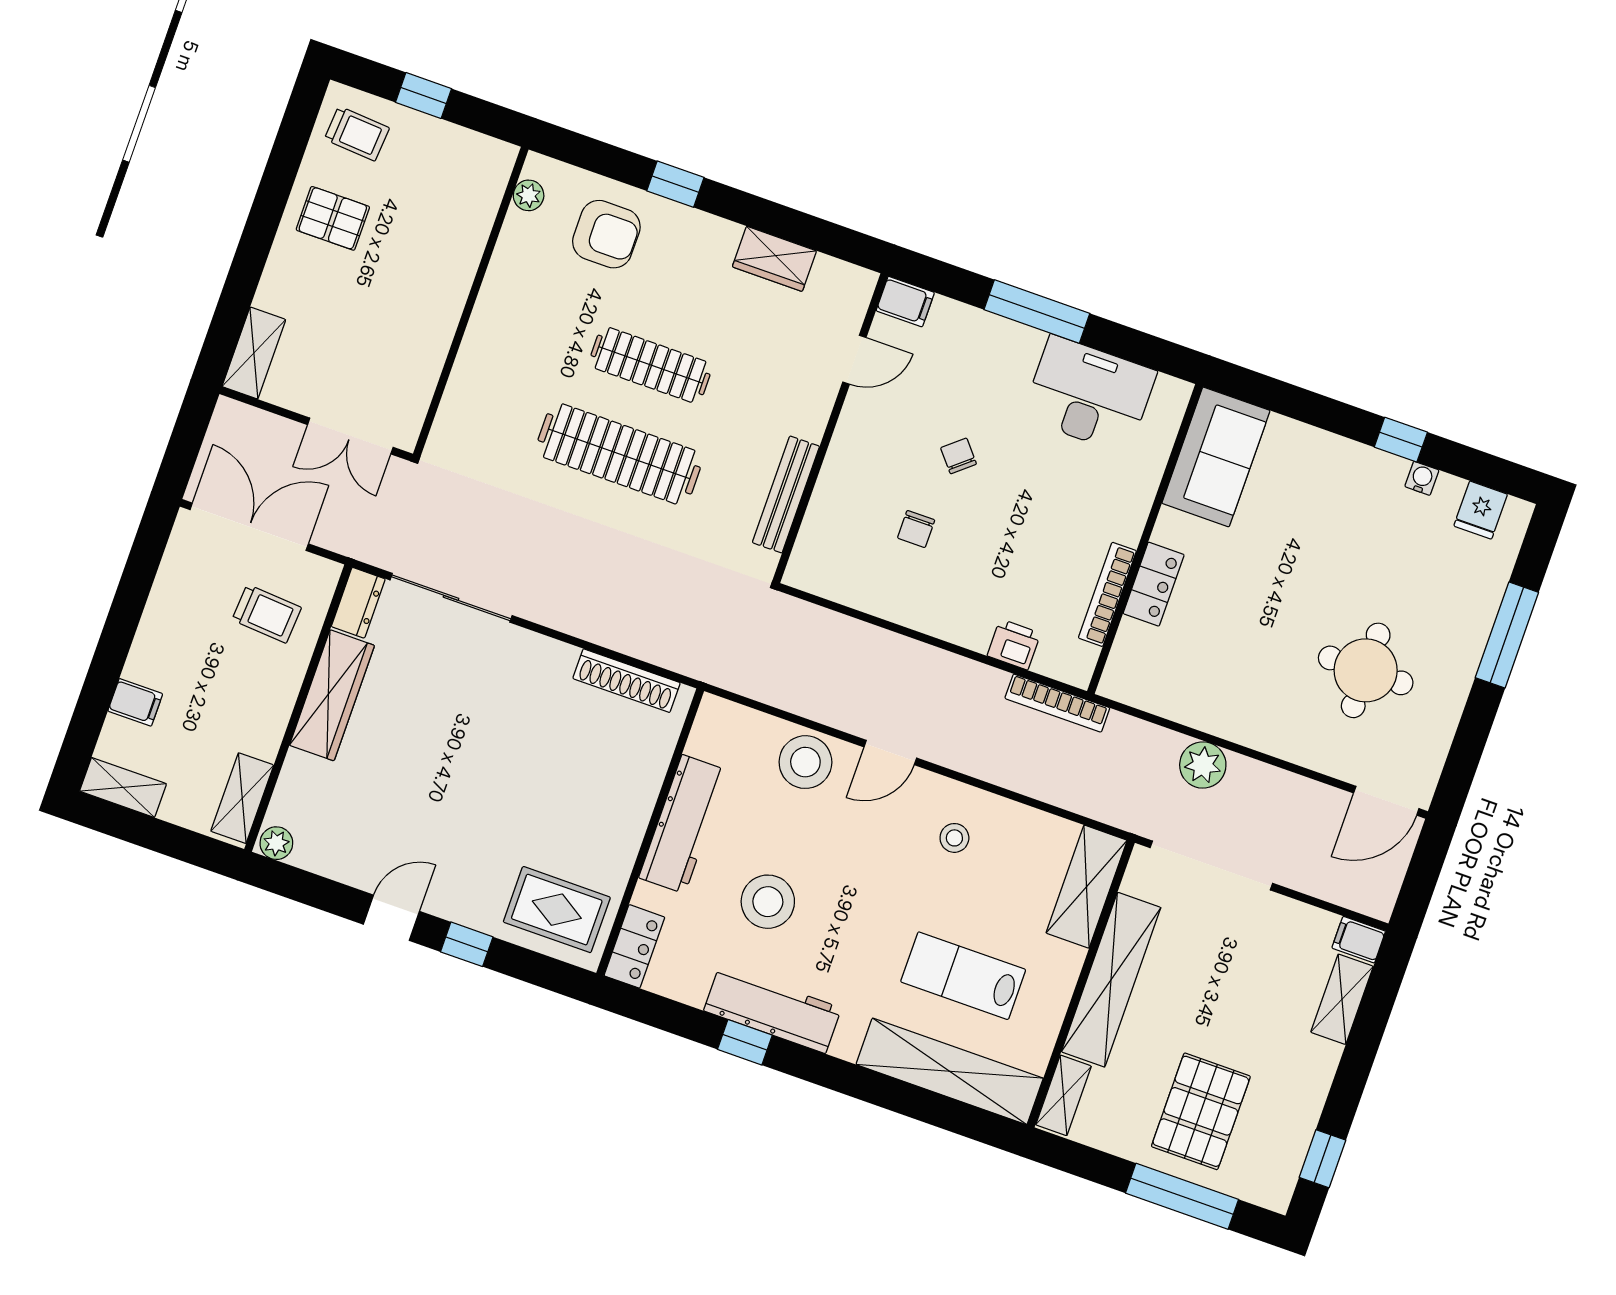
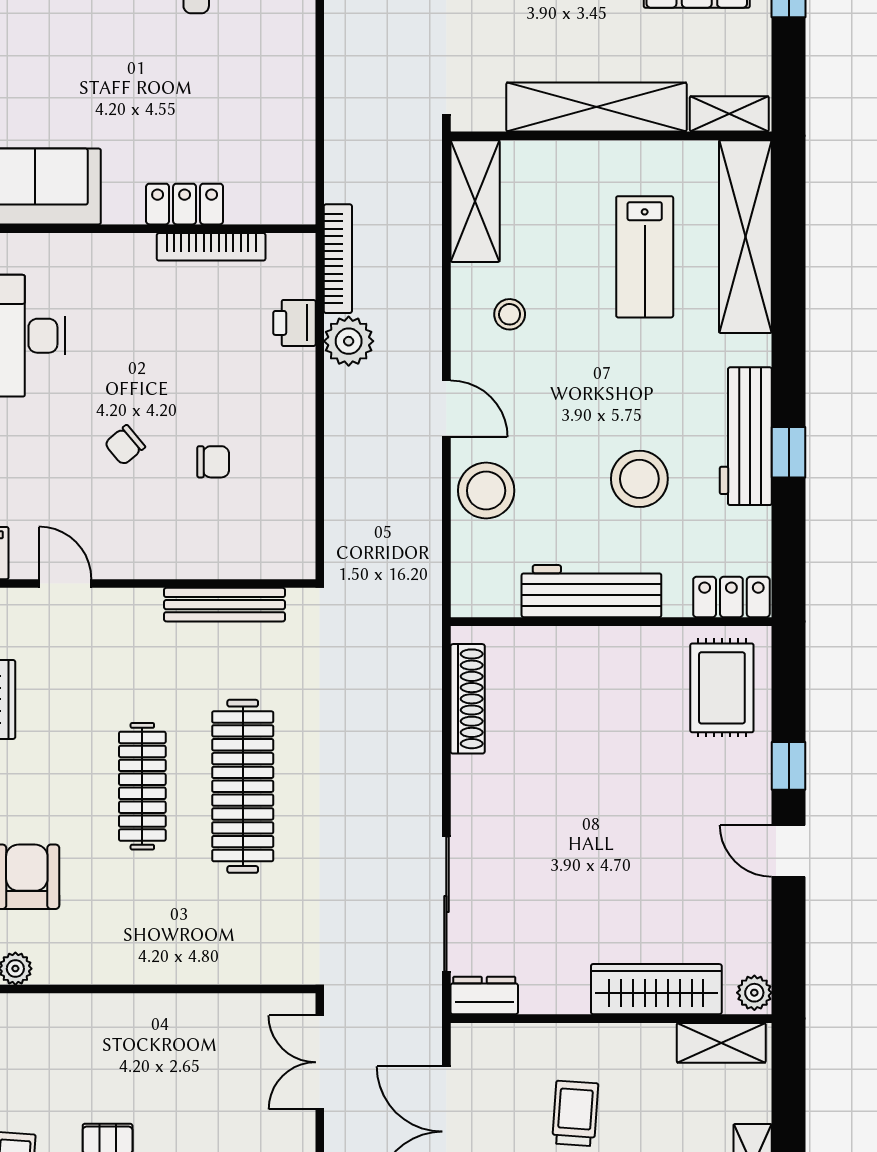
double door: (350, 436) -> (320, 1062), swing flipped
trolley: (267, 614) -> (575, 1113), moved
wardrobe: (332, 695) -> (656, 989), moved
plant: (1203, 765) -> (349, 341), moved
shelving: (1087, 887) -> (475, 201), moved, turned 90

